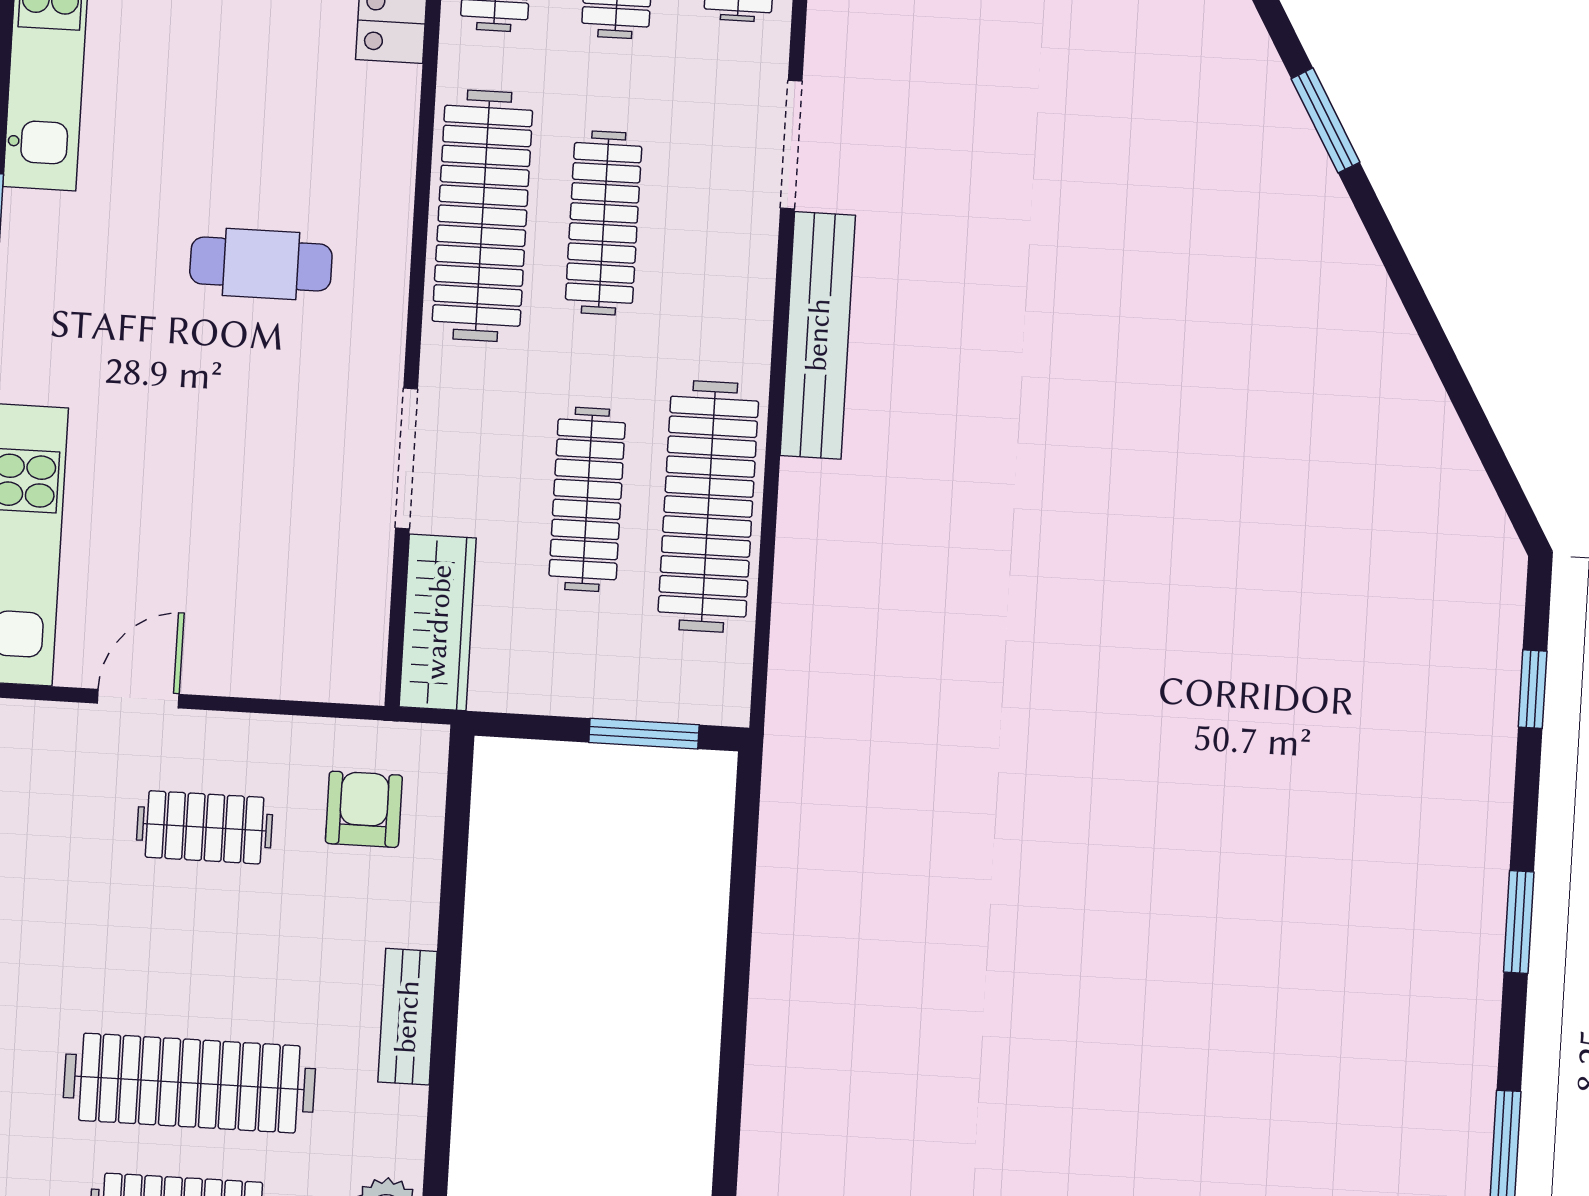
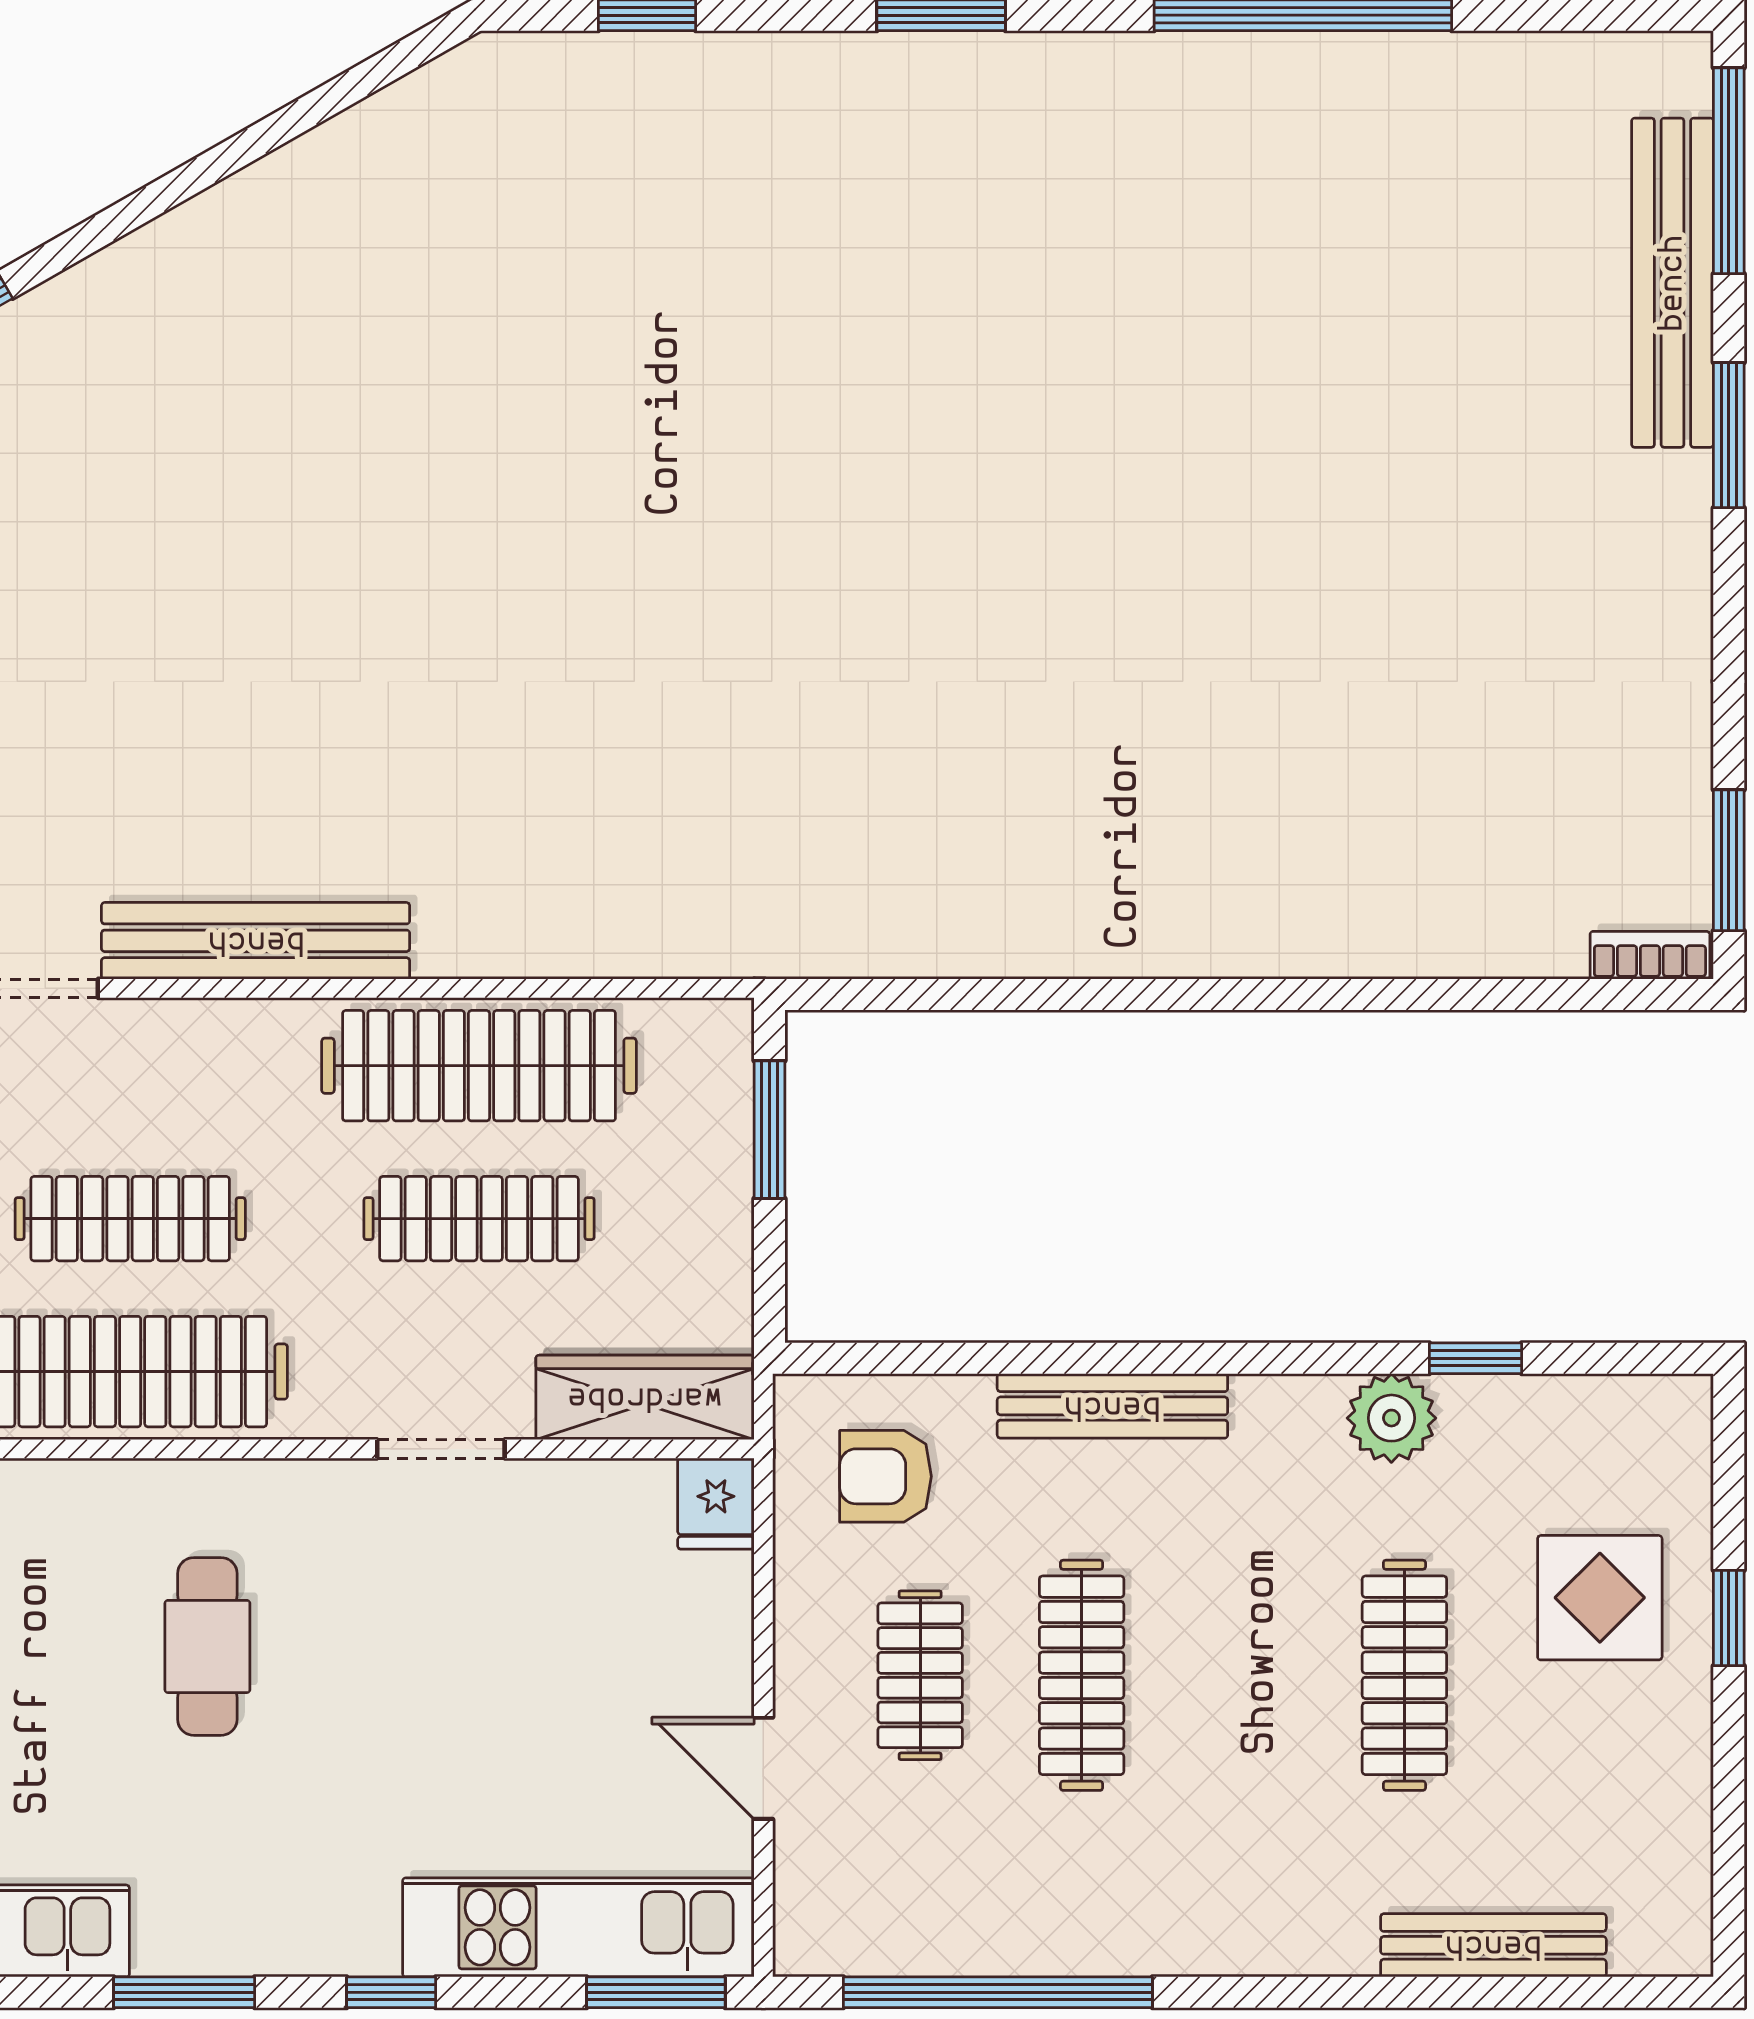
doorway: (407, 458) -> (441, 1449), width x0.73
fridge: (350, 674) -> (716, 1504), added
bench: (407, 1017) -> (1112, 1406), width x1.36
clothes rail: (189, 1083) -> (1082, 1675), moved, width x0.73, depth x0.76

